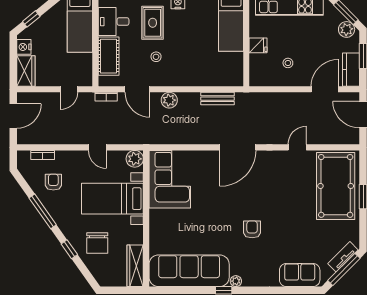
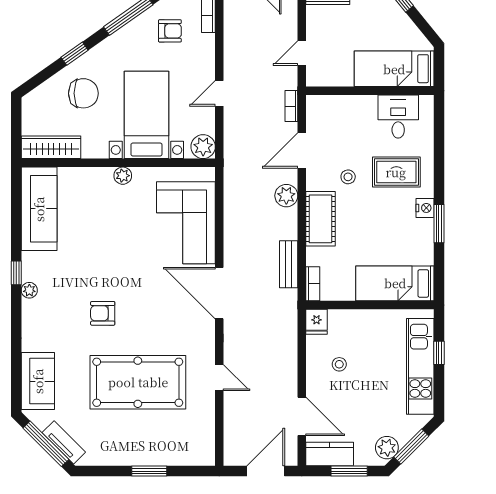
fridge: (258, 45) -> (317, 322), moved
cot: (109, 56) -> (320, 219), moved, turned 90
bookcase: (231, 82) -> (313, 284), added
door: (69, 89) -> (302, 53), hinge flipped
corner sofa: (170, 179) -> (186, 223), moved, turned 90
pool table: (336, 186) -> (138, 382), moved
plant: (155, 215) -> (123, 176), added
armchair: (252, 229) -> (103, 313), turned 180
chair: (97, 243) -> (83, 93), turned 180
sofa: (189, 271) -> (39, 209), width x0.74, depth x0.79

